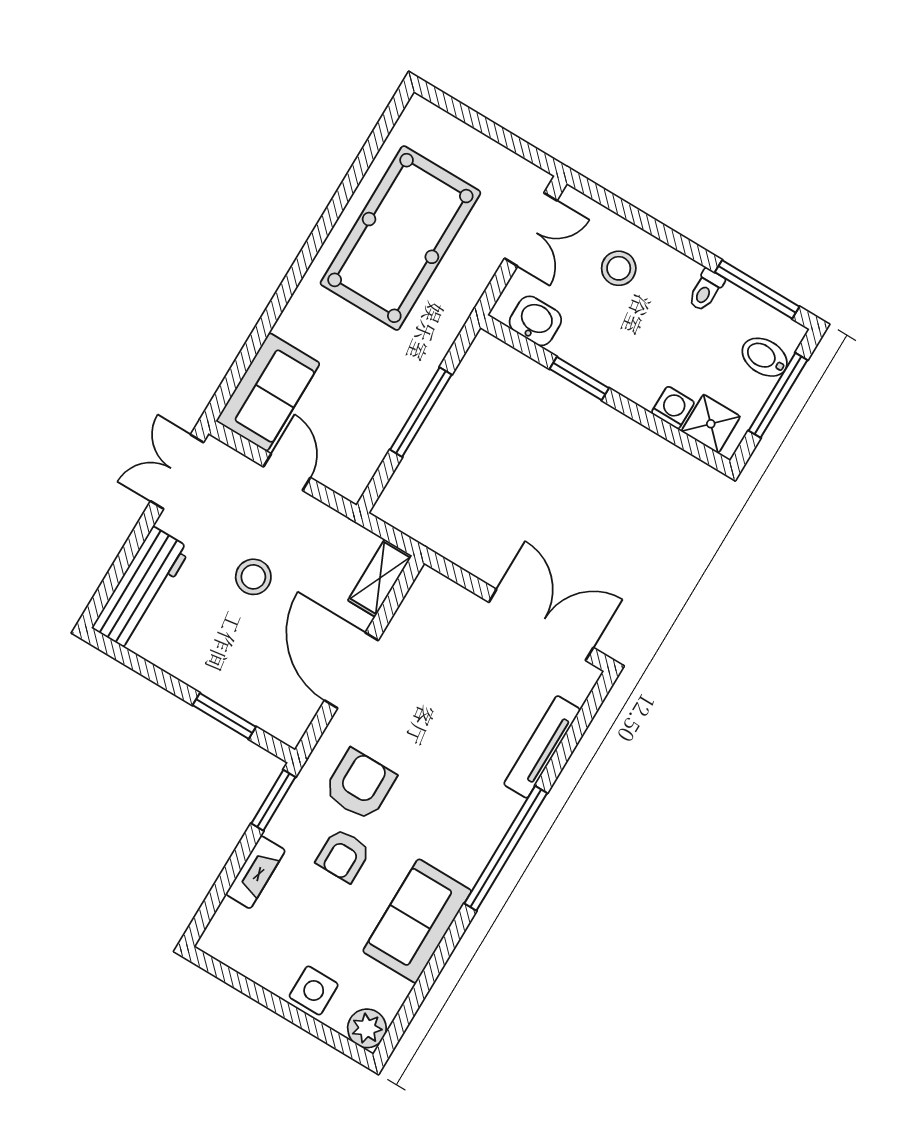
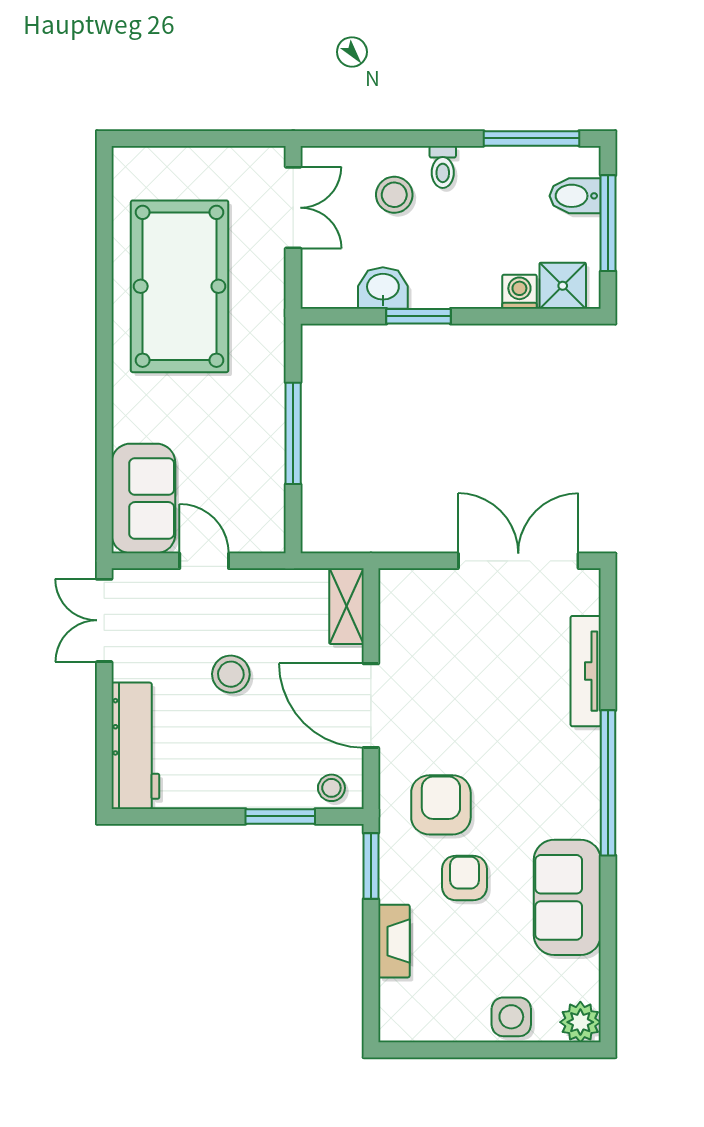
toilet: (706, 290) -> (443, 167), moved
washbasin: (535, 321) -> (383, 288), moved
stool: (279, 718) -> (331, 788), added
armchair: (343, 855) -> (464, 878), turned 180

